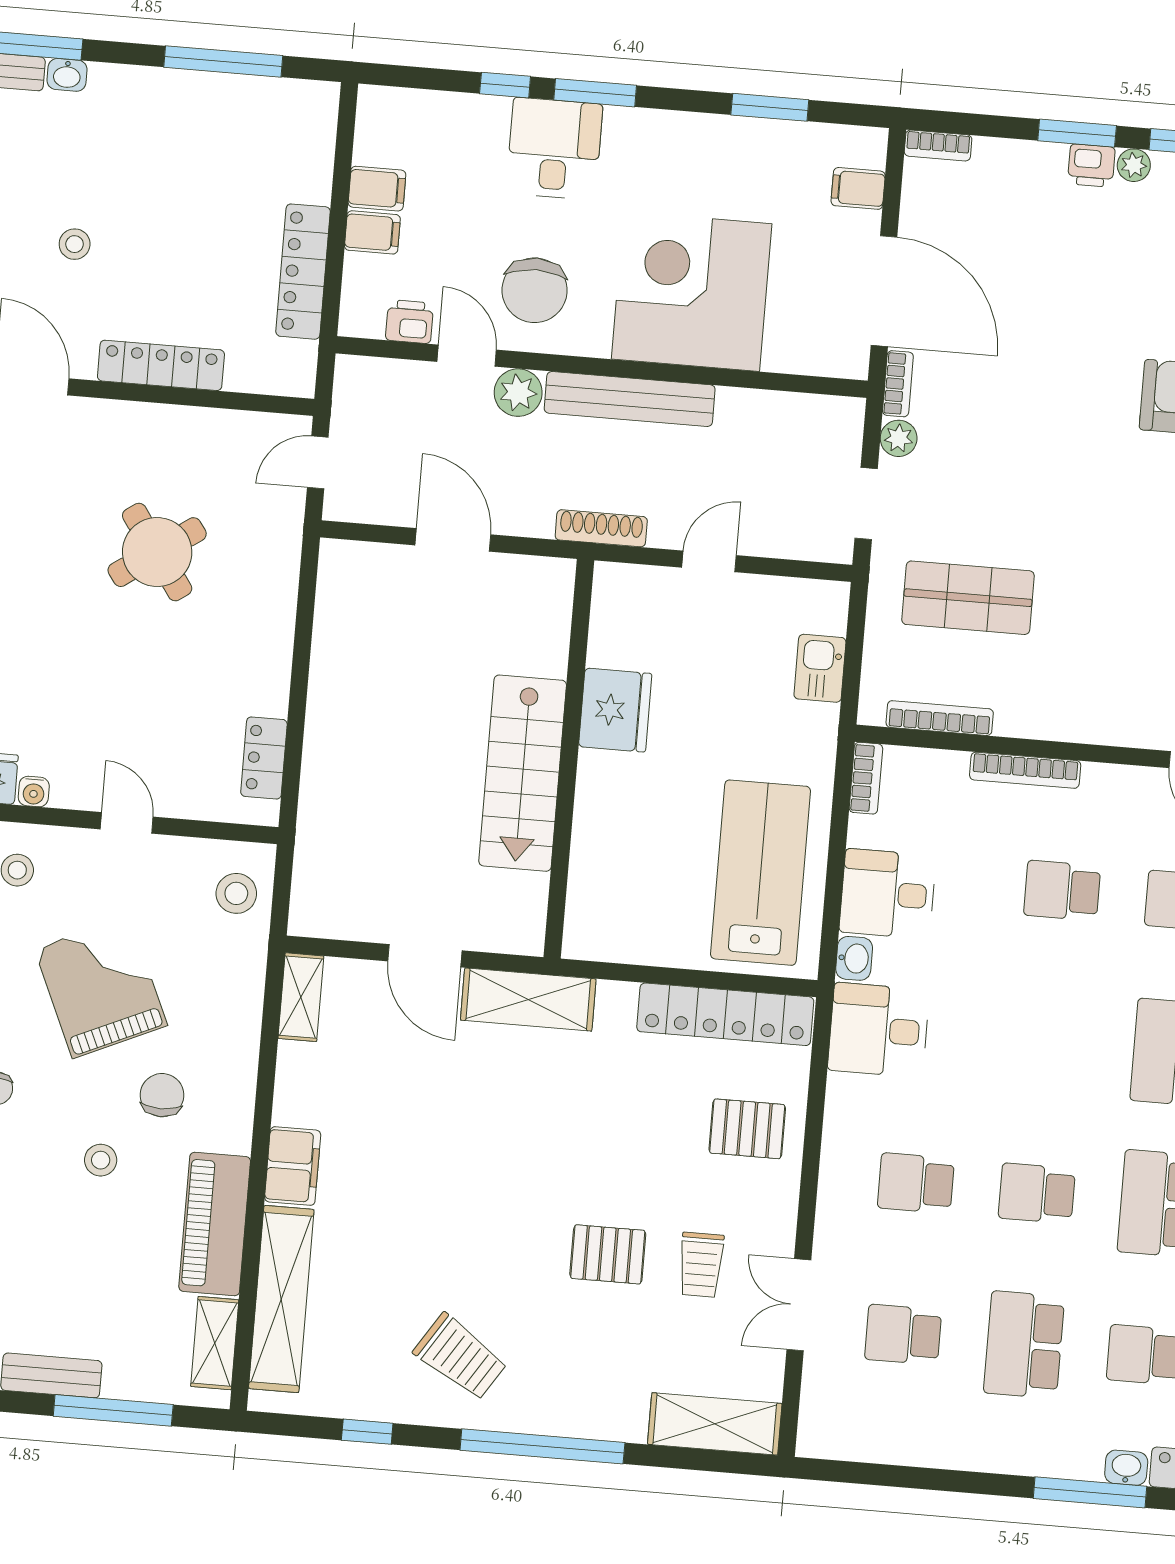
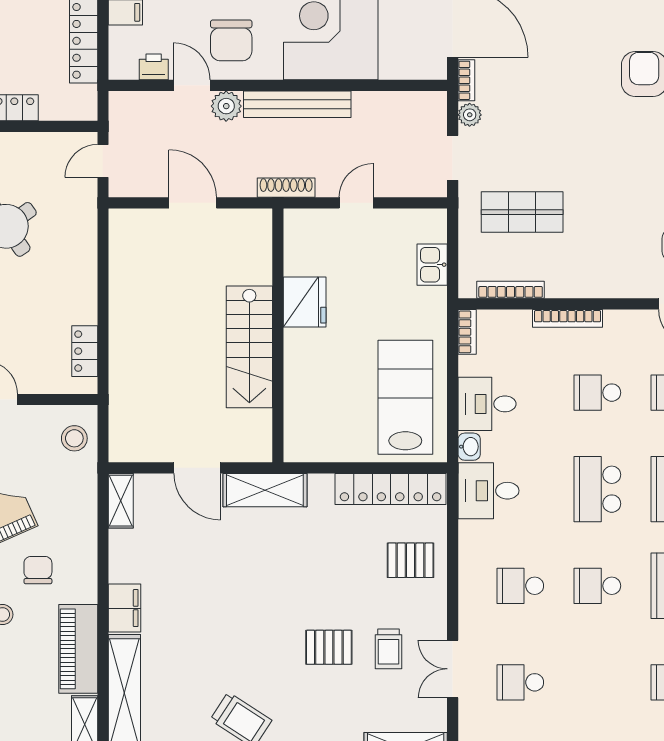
school desk: (1024, 1345) -> (597, 489), moved

